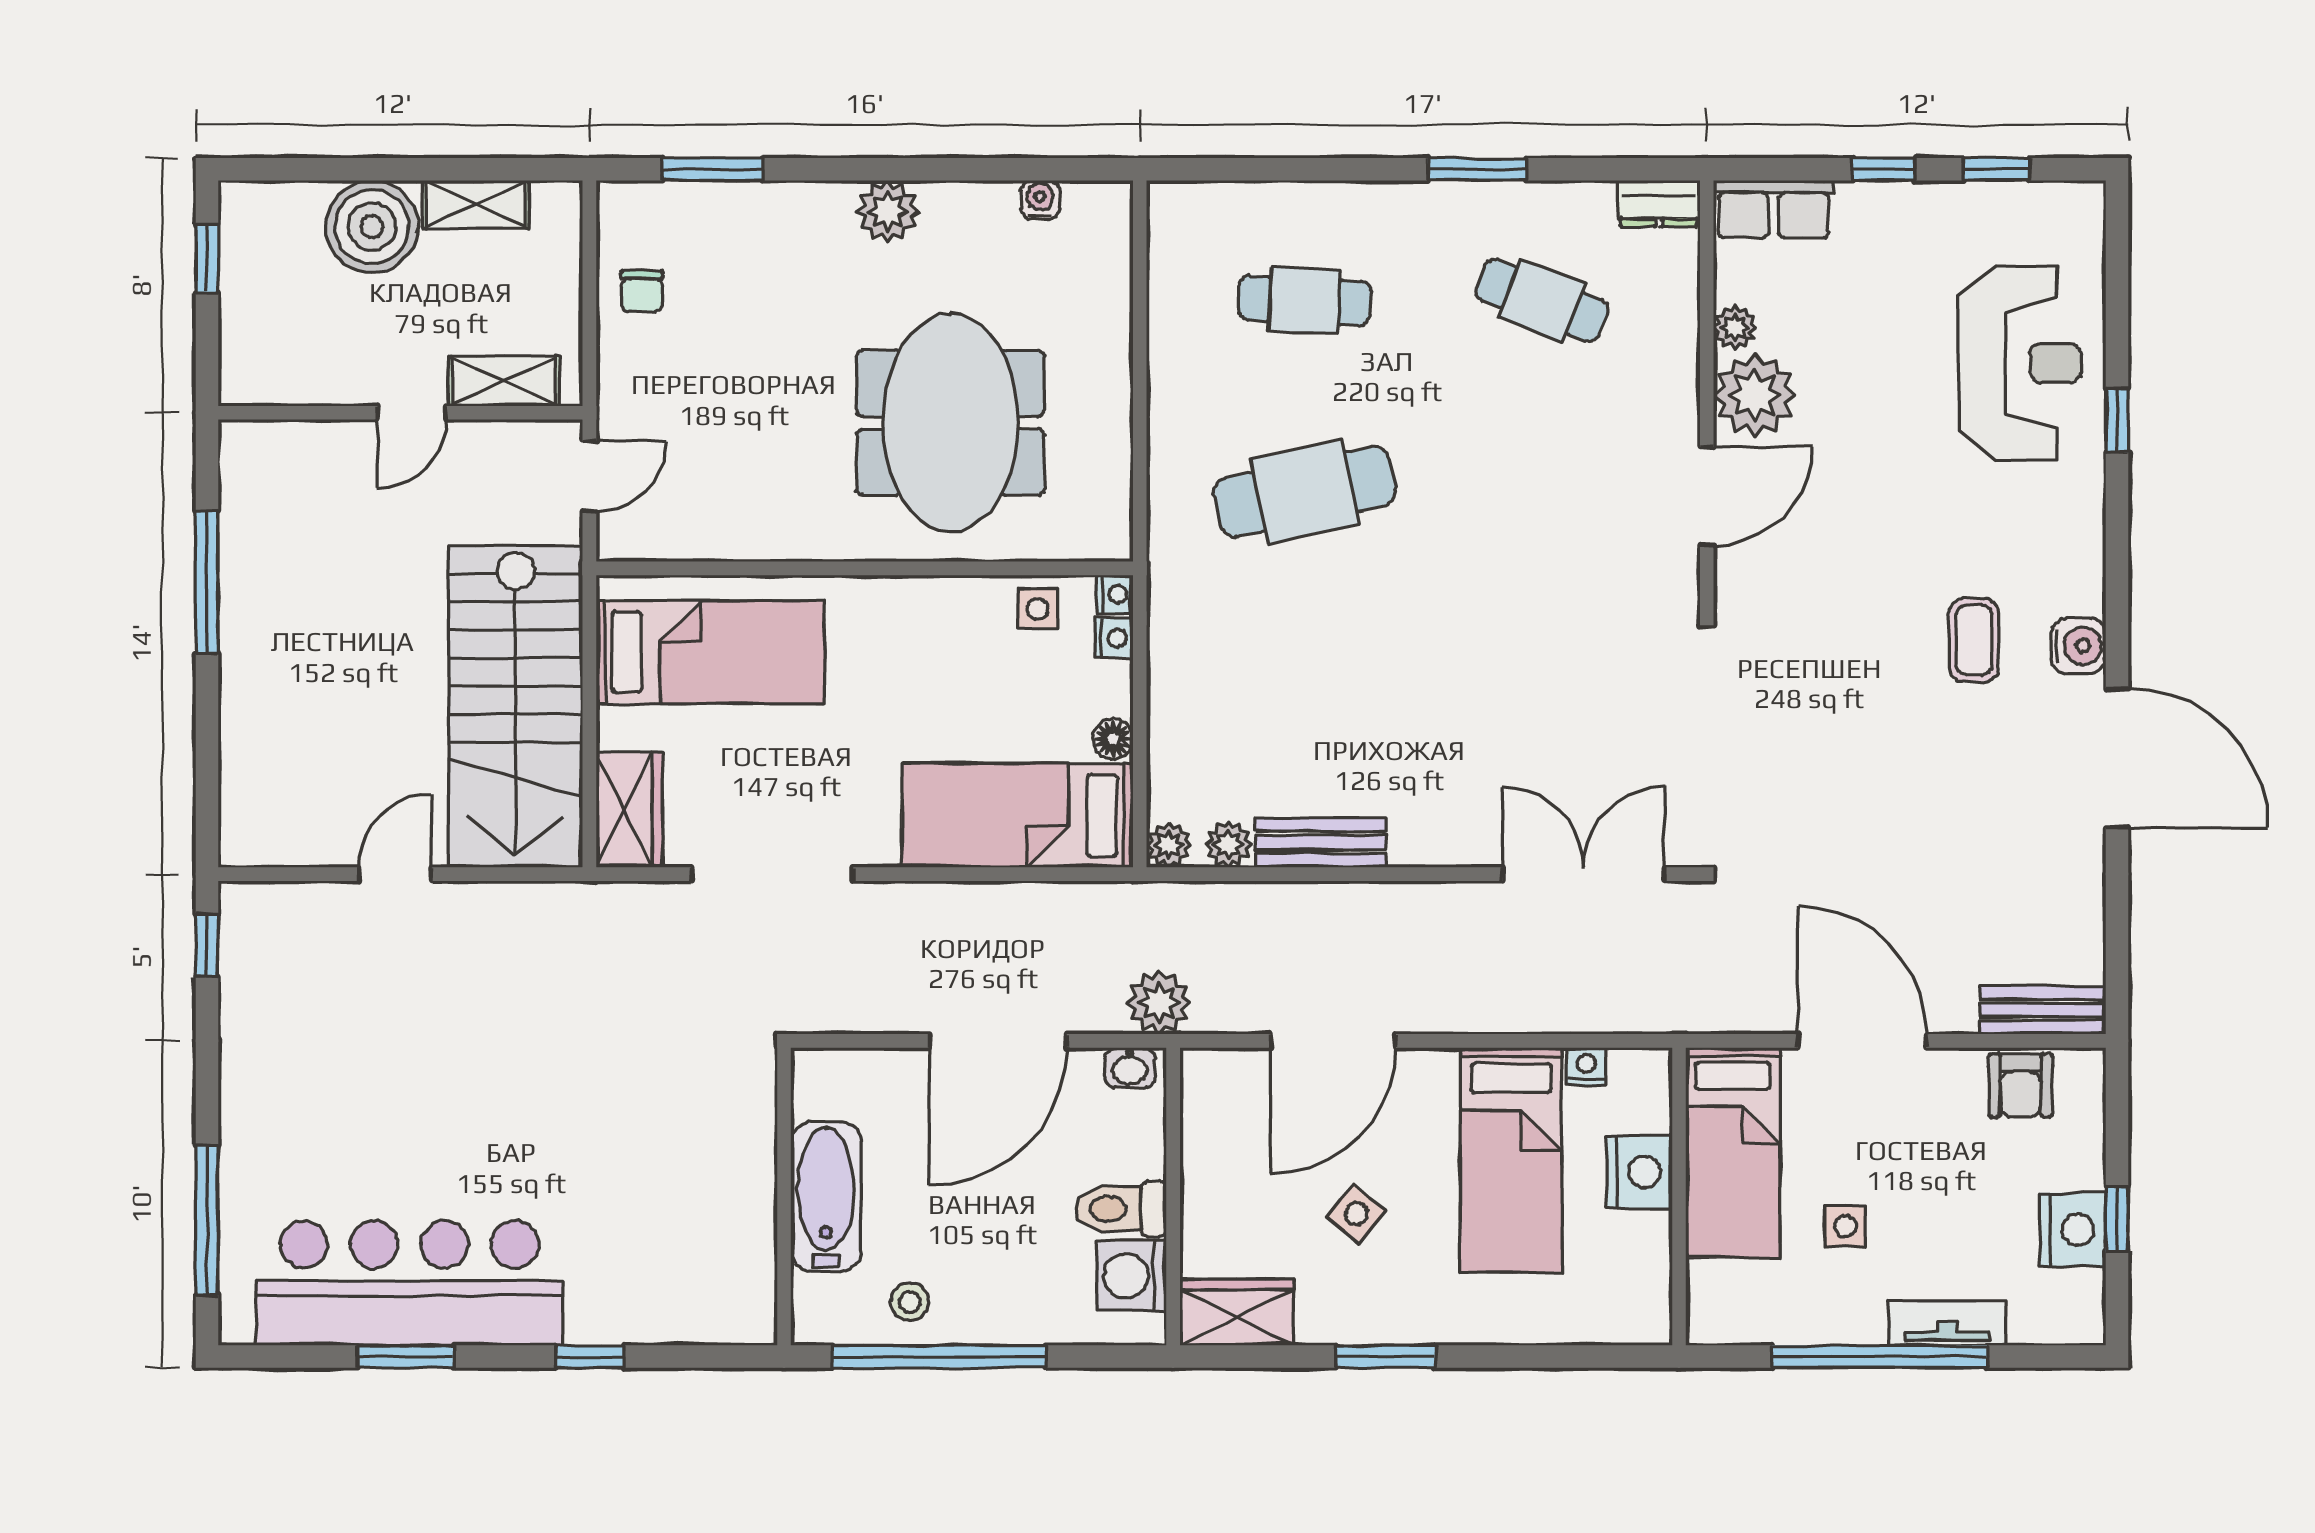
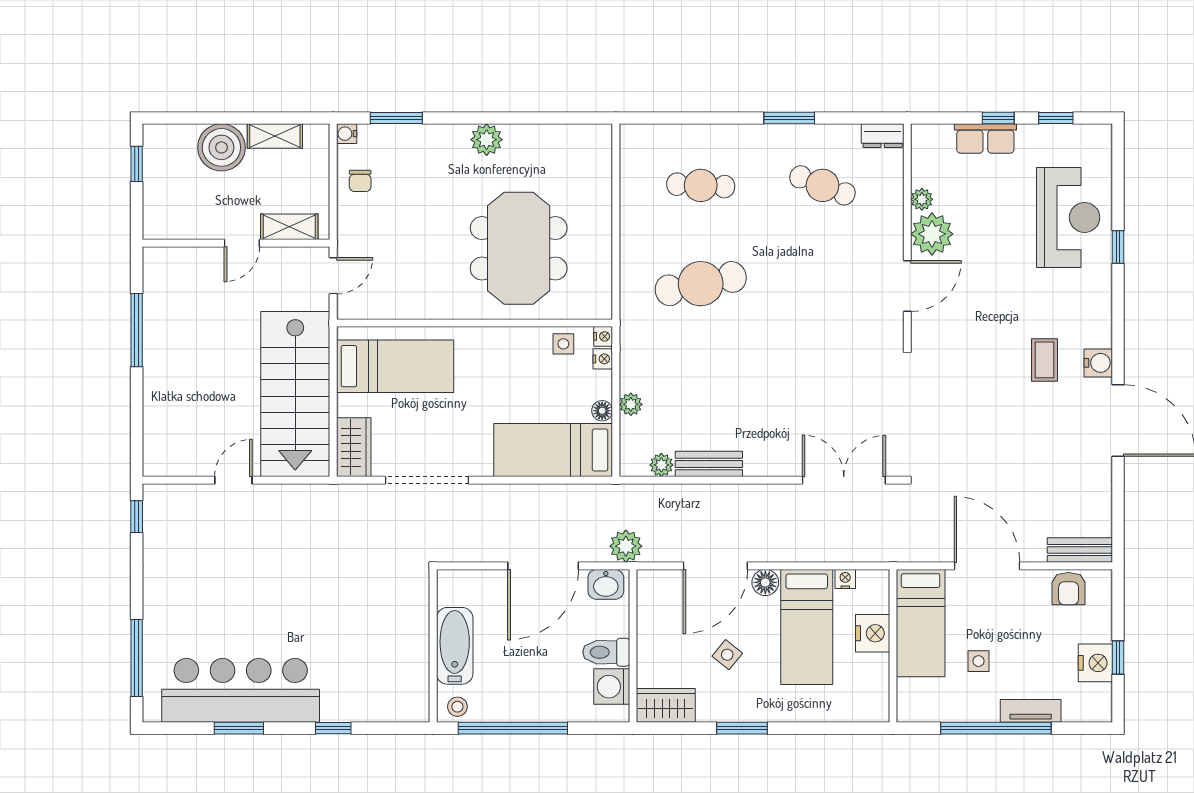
water cooler: (1040, 200) -> (347, 134), moved, turned -90
row of seats: (1774, 209) -> (985, 138), moved
plant: (1169, 845) -> (631, 404), moved
washbasin: (1130, 1068) -> (606, 584), width x1.38, depth x1.45
floor lamp: (1430, 1073) -> (765, 582), added
stool: (910, 1302) -> (457, 707), moved

